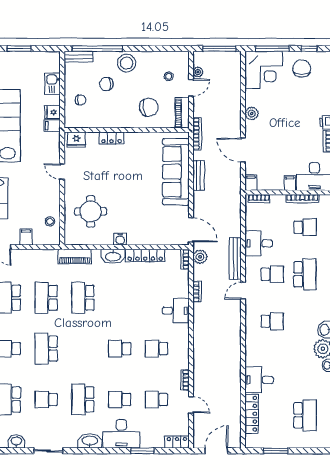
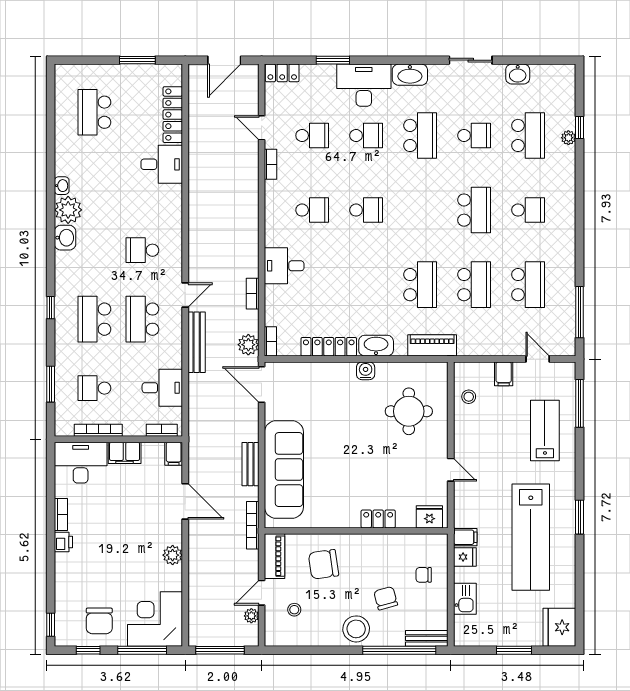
chair: (106, 84) -> (386, 598), turned -105
filing cabinet: (290, 183) -> (125, 453), width x2.00
desk: (259, 243) -> (162, 388), moved
school desk: (272, 274) -> (142, 319), width x1.85

